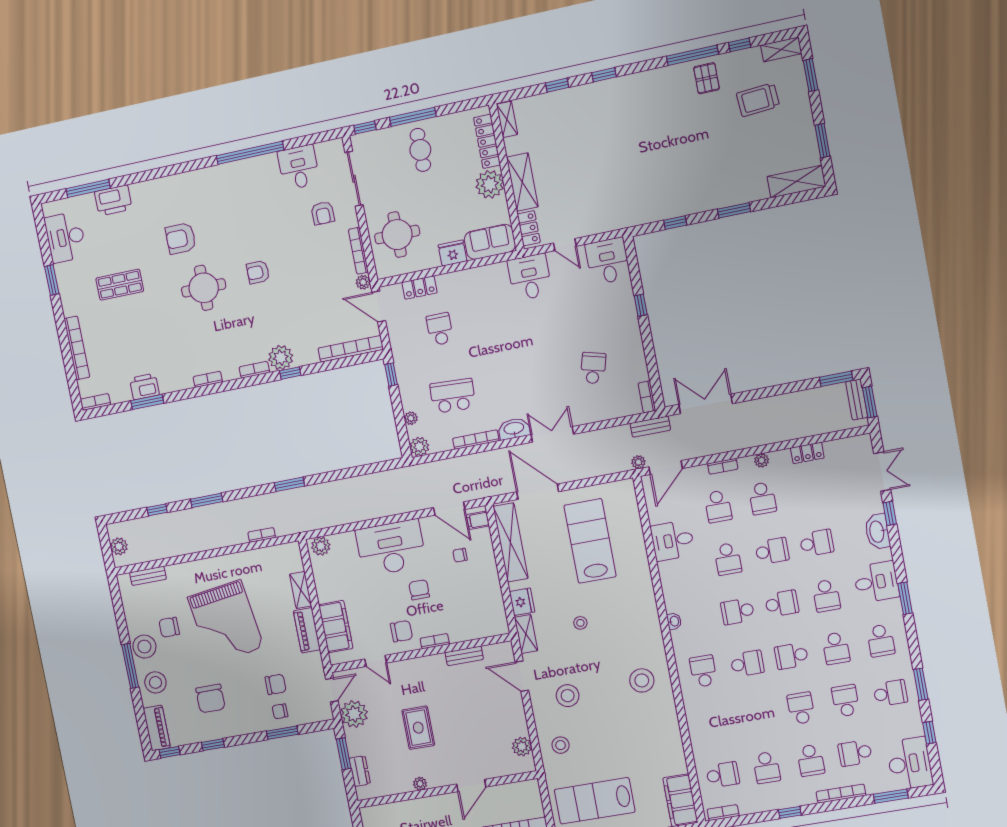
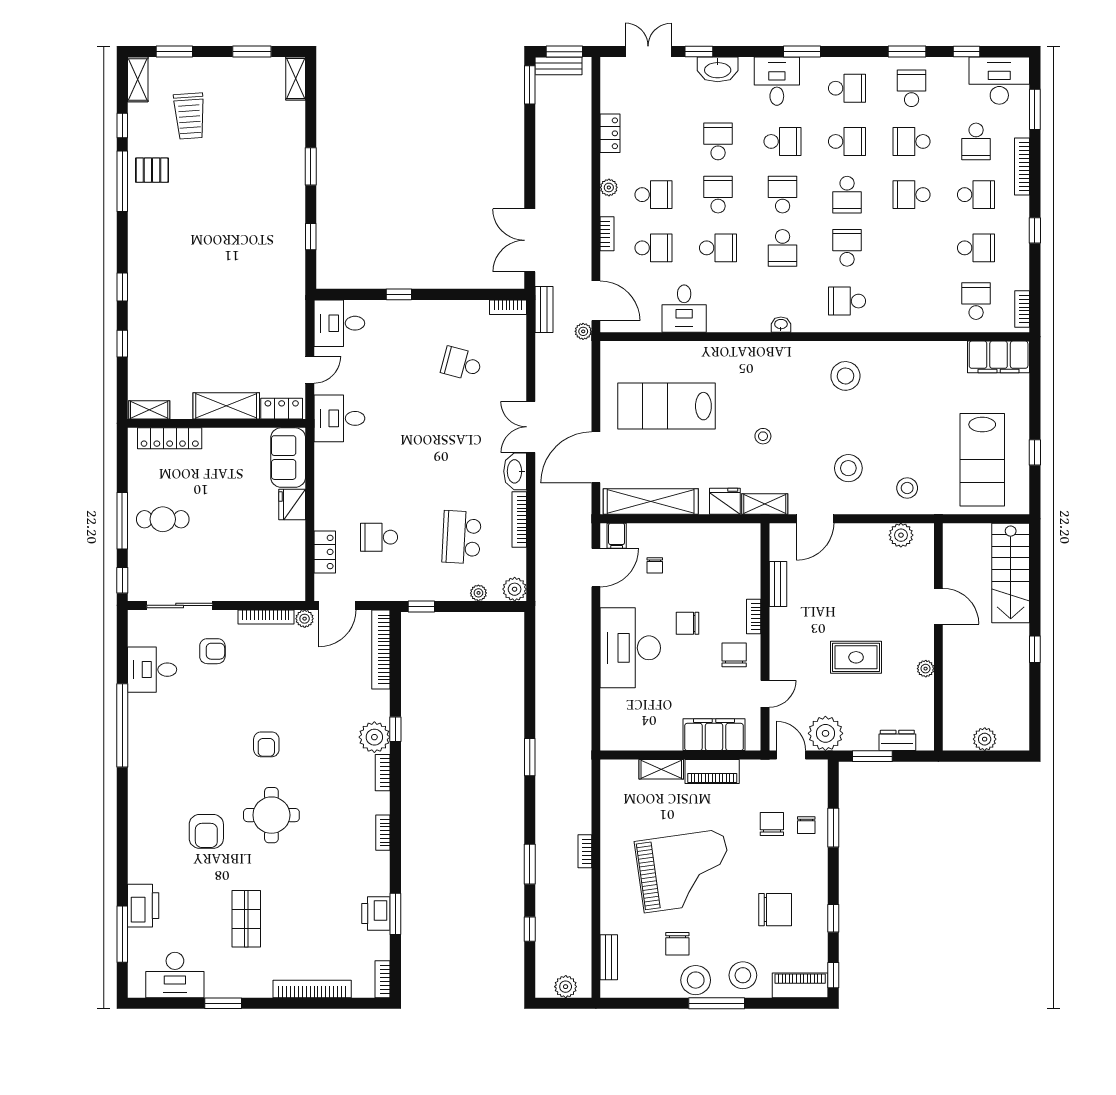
shelving: (796, 181) -> (296, 79), width x0.67, depth x0.75
plant: (490, 184) -> (221, 445), removed
round table: (397, 235) -> (257, 566), removed
bookcase: (262, 535) -> (585, 851), moved
plant: (321, 546) -> (612, 734), removed

